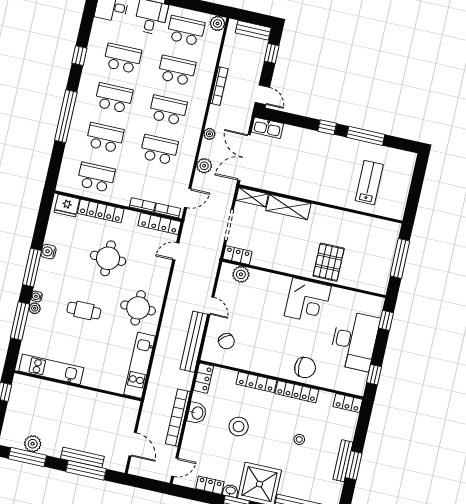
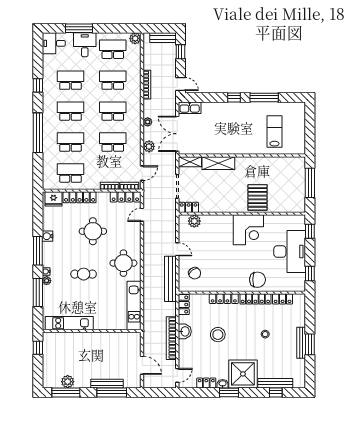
locker: (348, 403) -> (283, 299), moved

